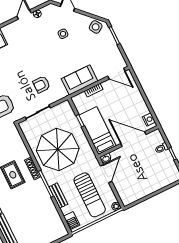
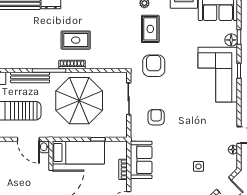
bench: (58, 196) -> (30, 77), width x1.36

